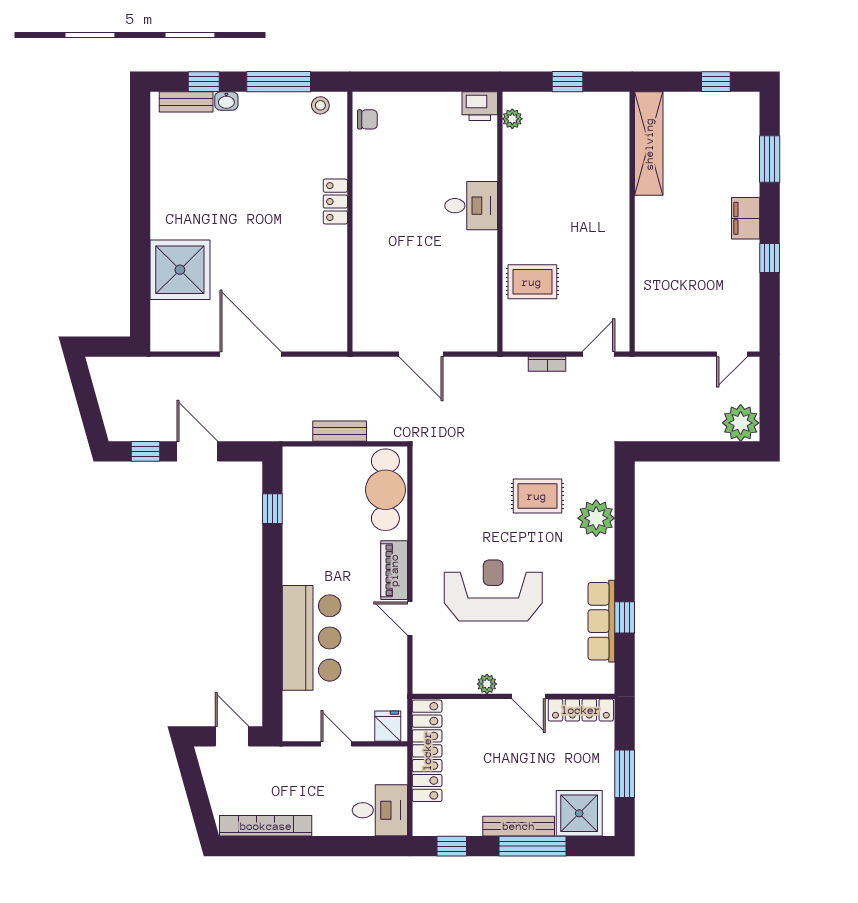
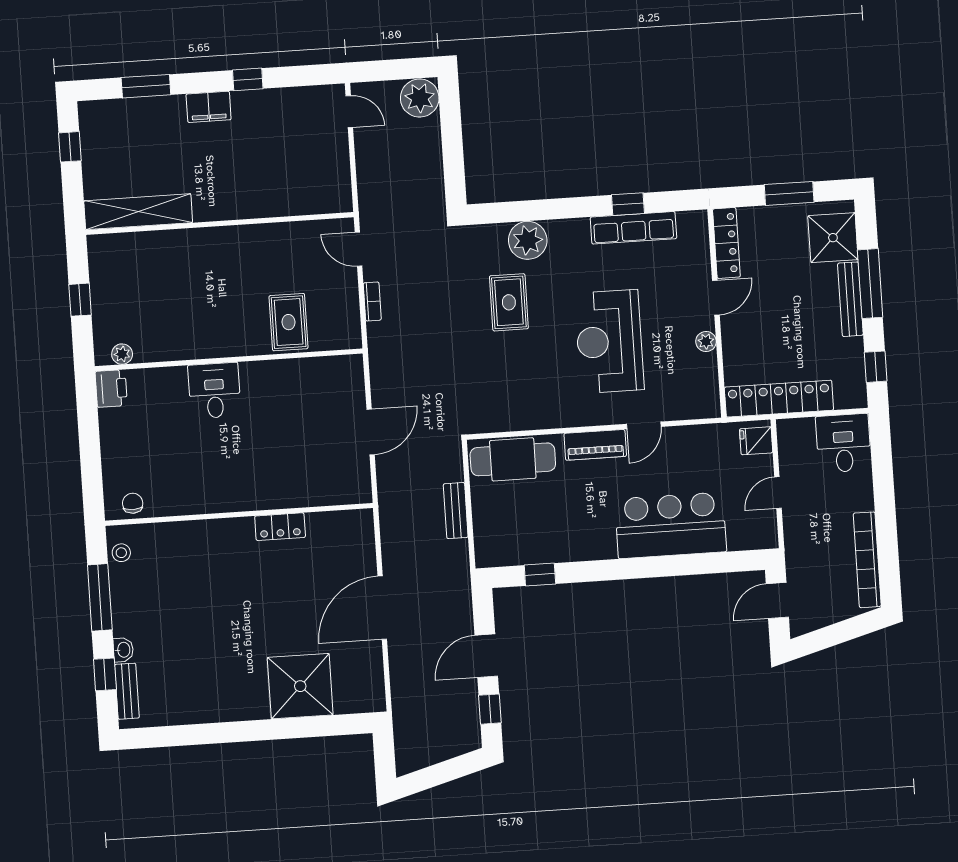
locker: (335, 202) -> (280, 527), moved

